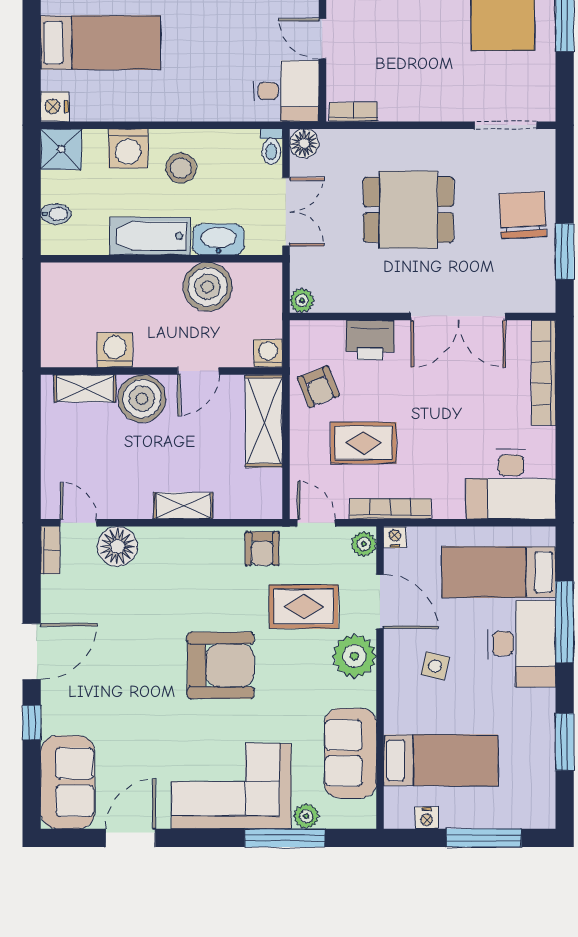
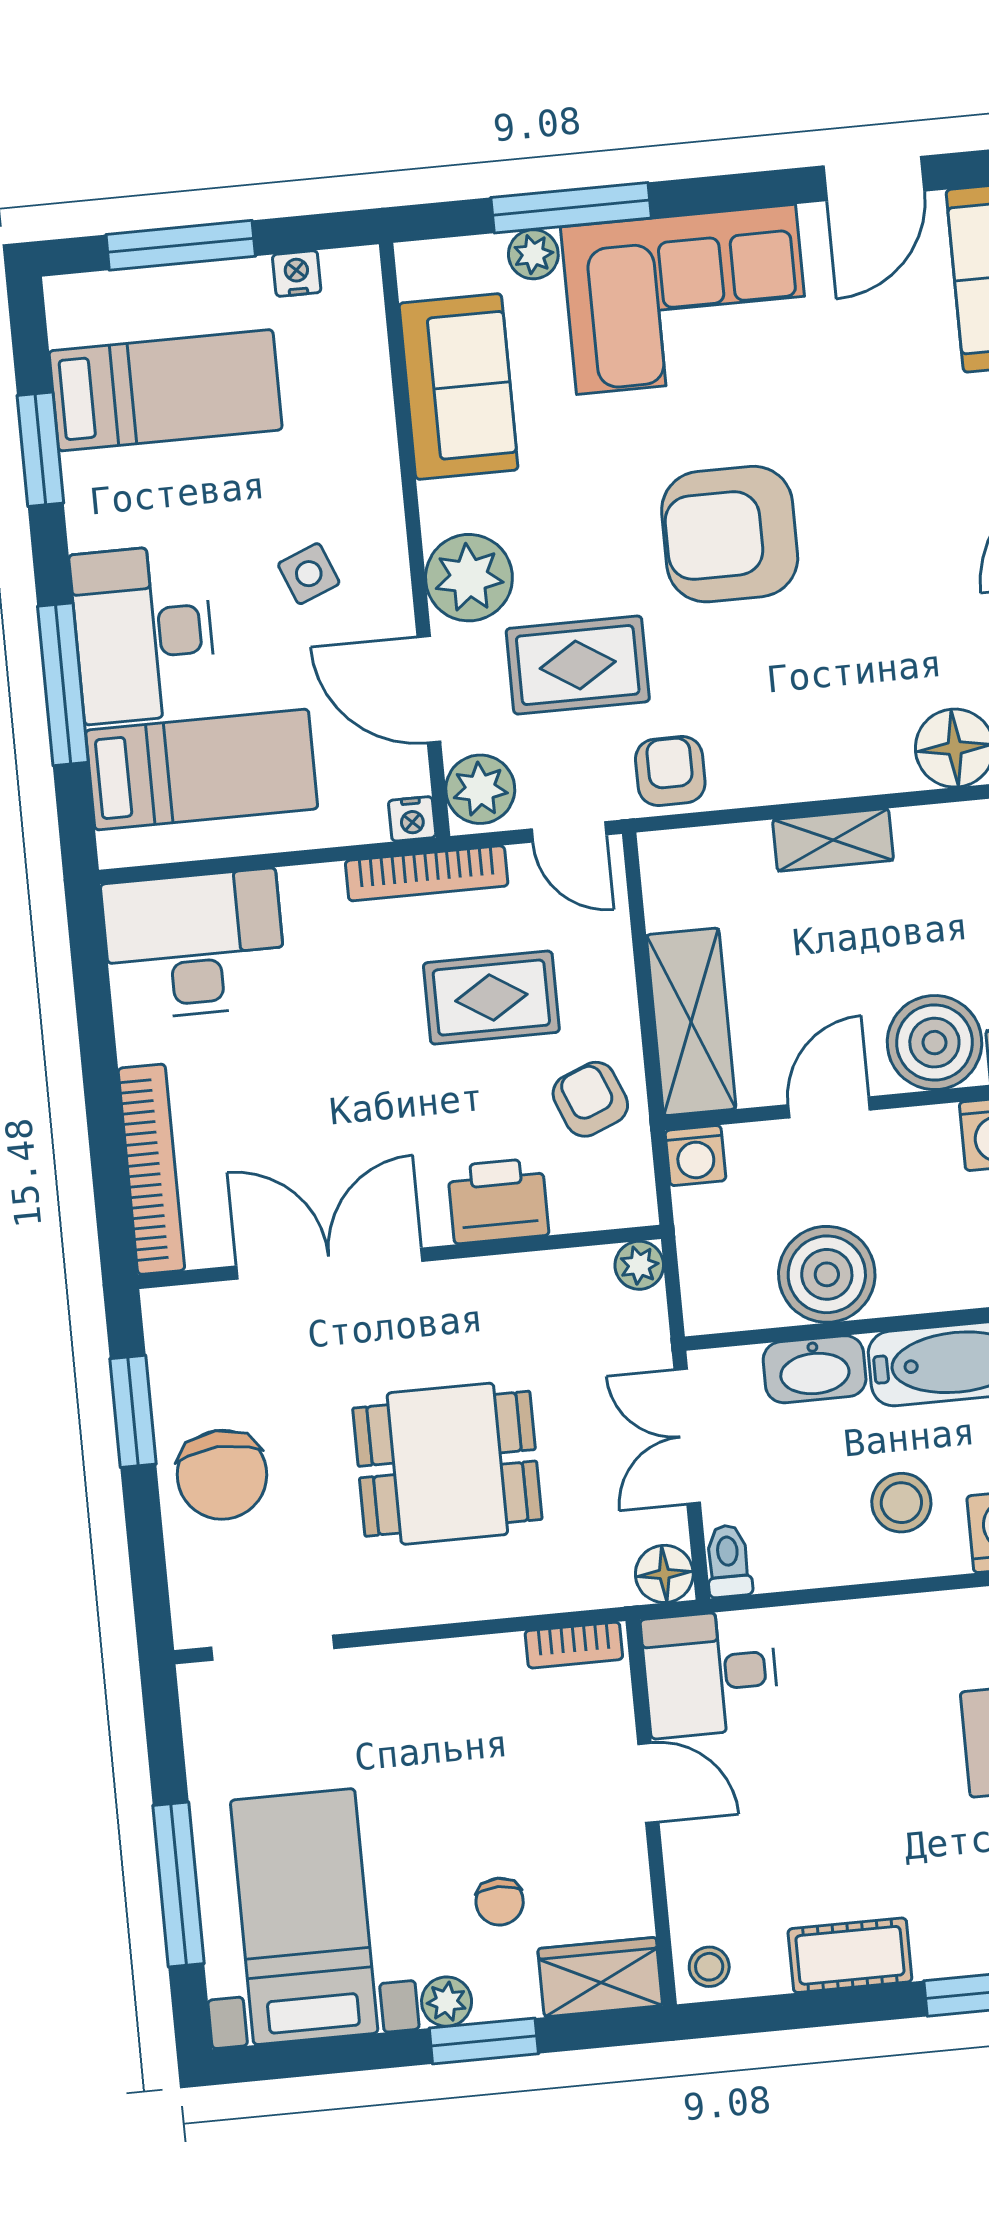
plant: (364, 544) -> (480, 789), width x1.38, depth x1.38
side table: (435, 666) -> (309, 574), turned -36
bed: (441, 760) -> (166, 390), moved, turned 180

